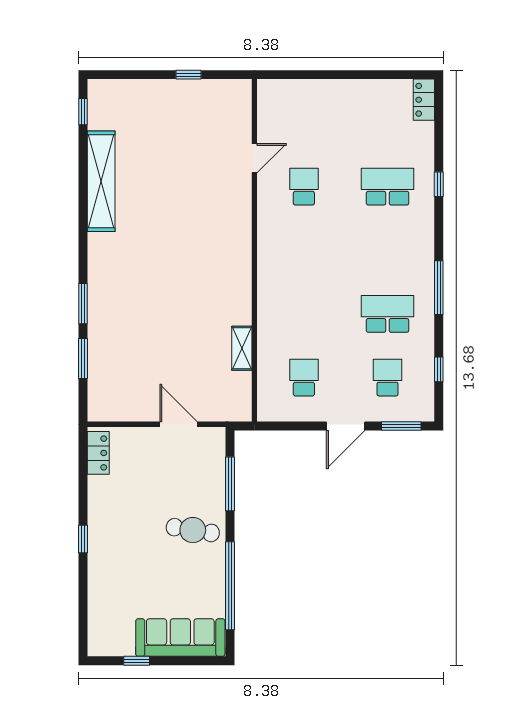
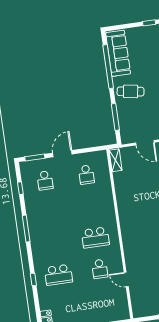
door: (254, 158) -> (126, 279), hinge flipped
school desk: (388, 314) -> (95, 237), moved
shelving: (242, 348) -> (116, 160), moved
sofa: (180, 638) -> (118, 53), moved, turned -90

